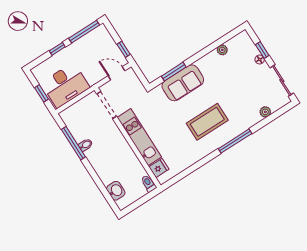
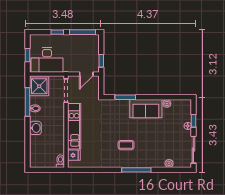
door: (117, 73) -> (86, 74), swing flipped
sofa: (183, 83) -> (146, 109), moved
shower: (75, 119) -> (39, 86), added
coffee table: (207, 122) -> (126, 145), width x0.54, depth x0.58
washbasin: (116, 191) -> (35, 128), moved

